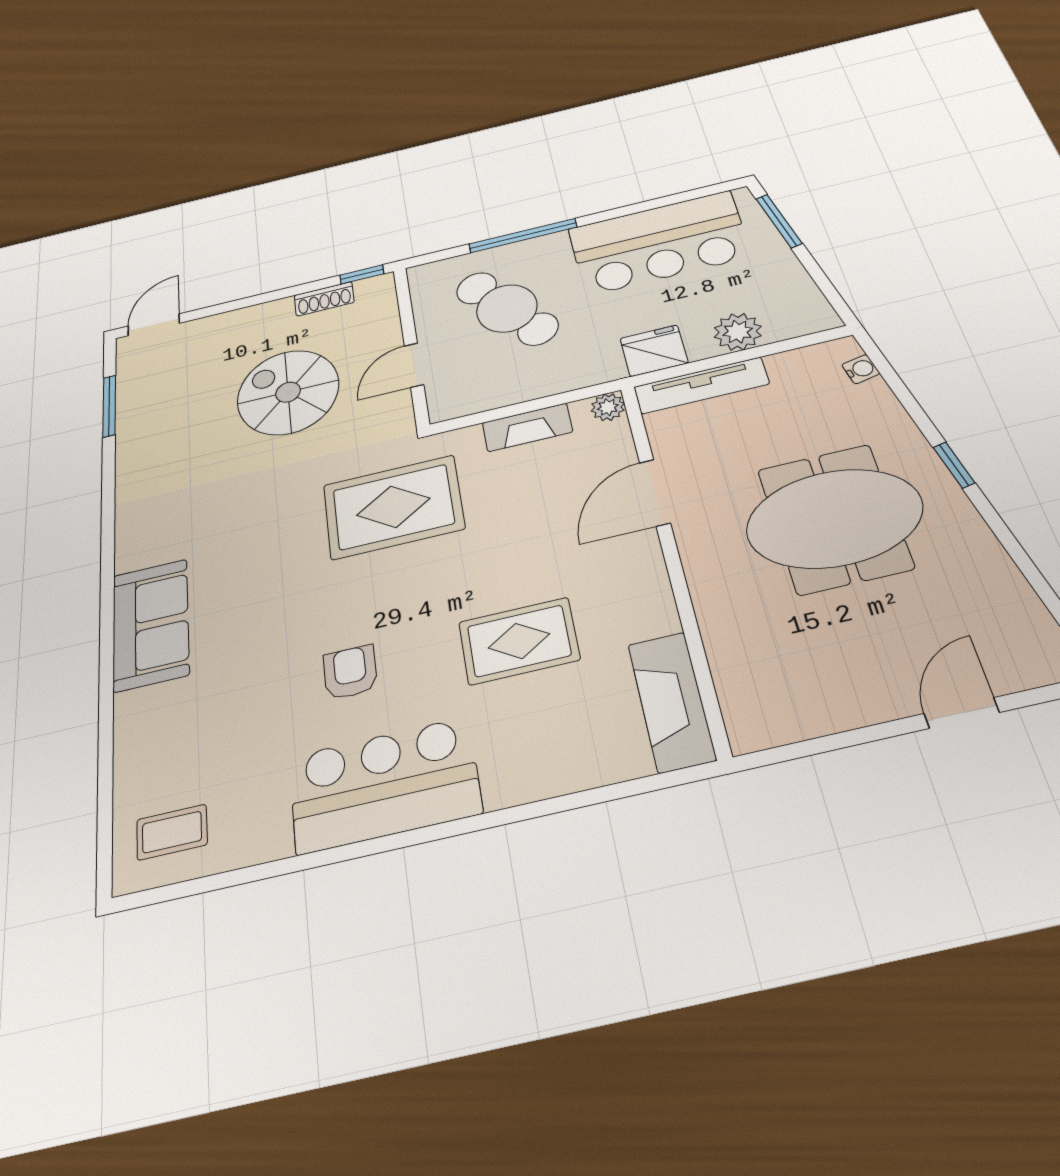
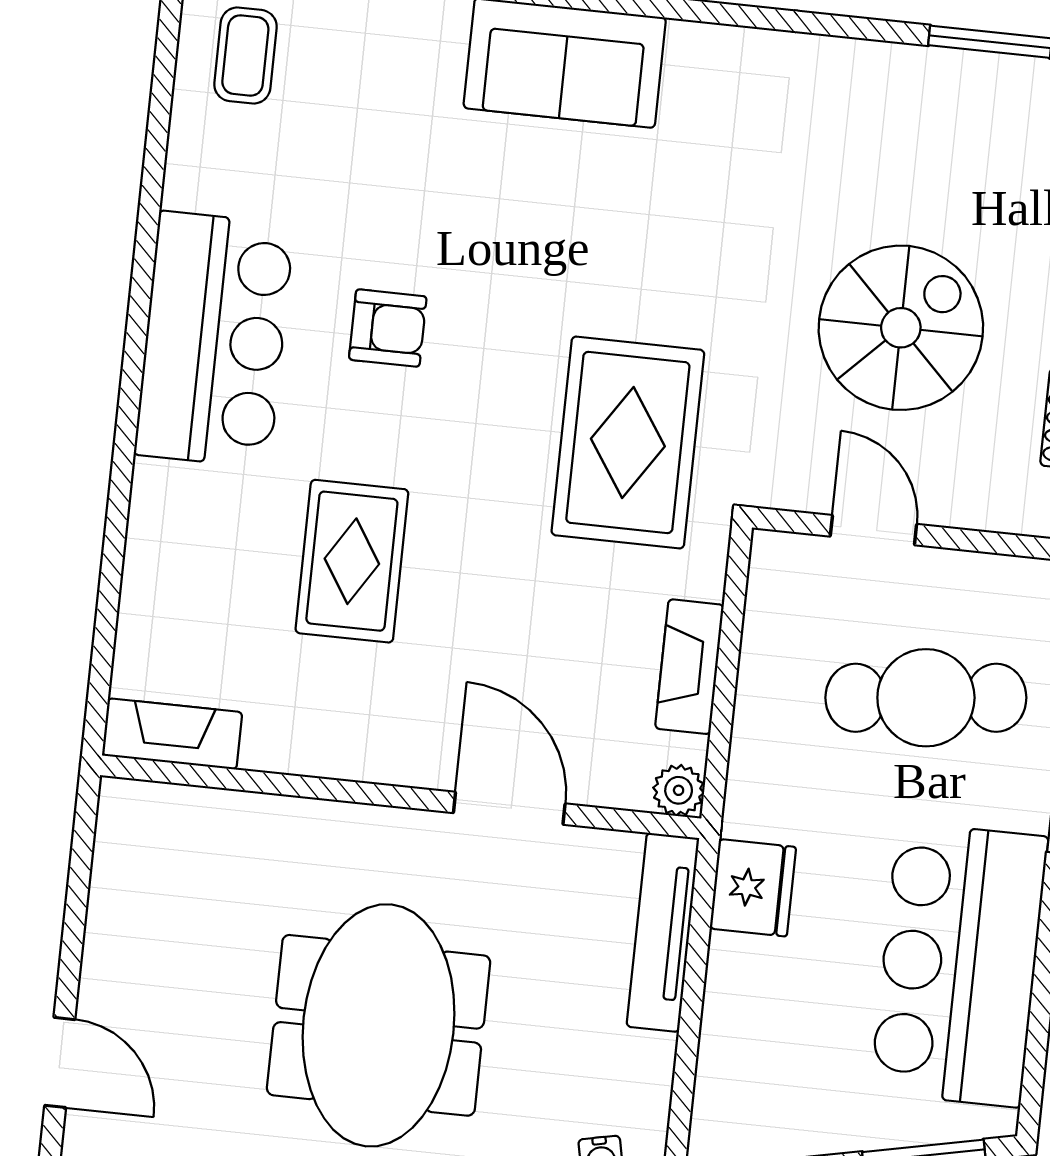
cafe table: (507, 308) -> (926, 698), turned 30
plant: (738, 332) -> (737, 1017), removed
fireplace: (671, 701) -> (172, 734), width x0.73, depth x0.76

